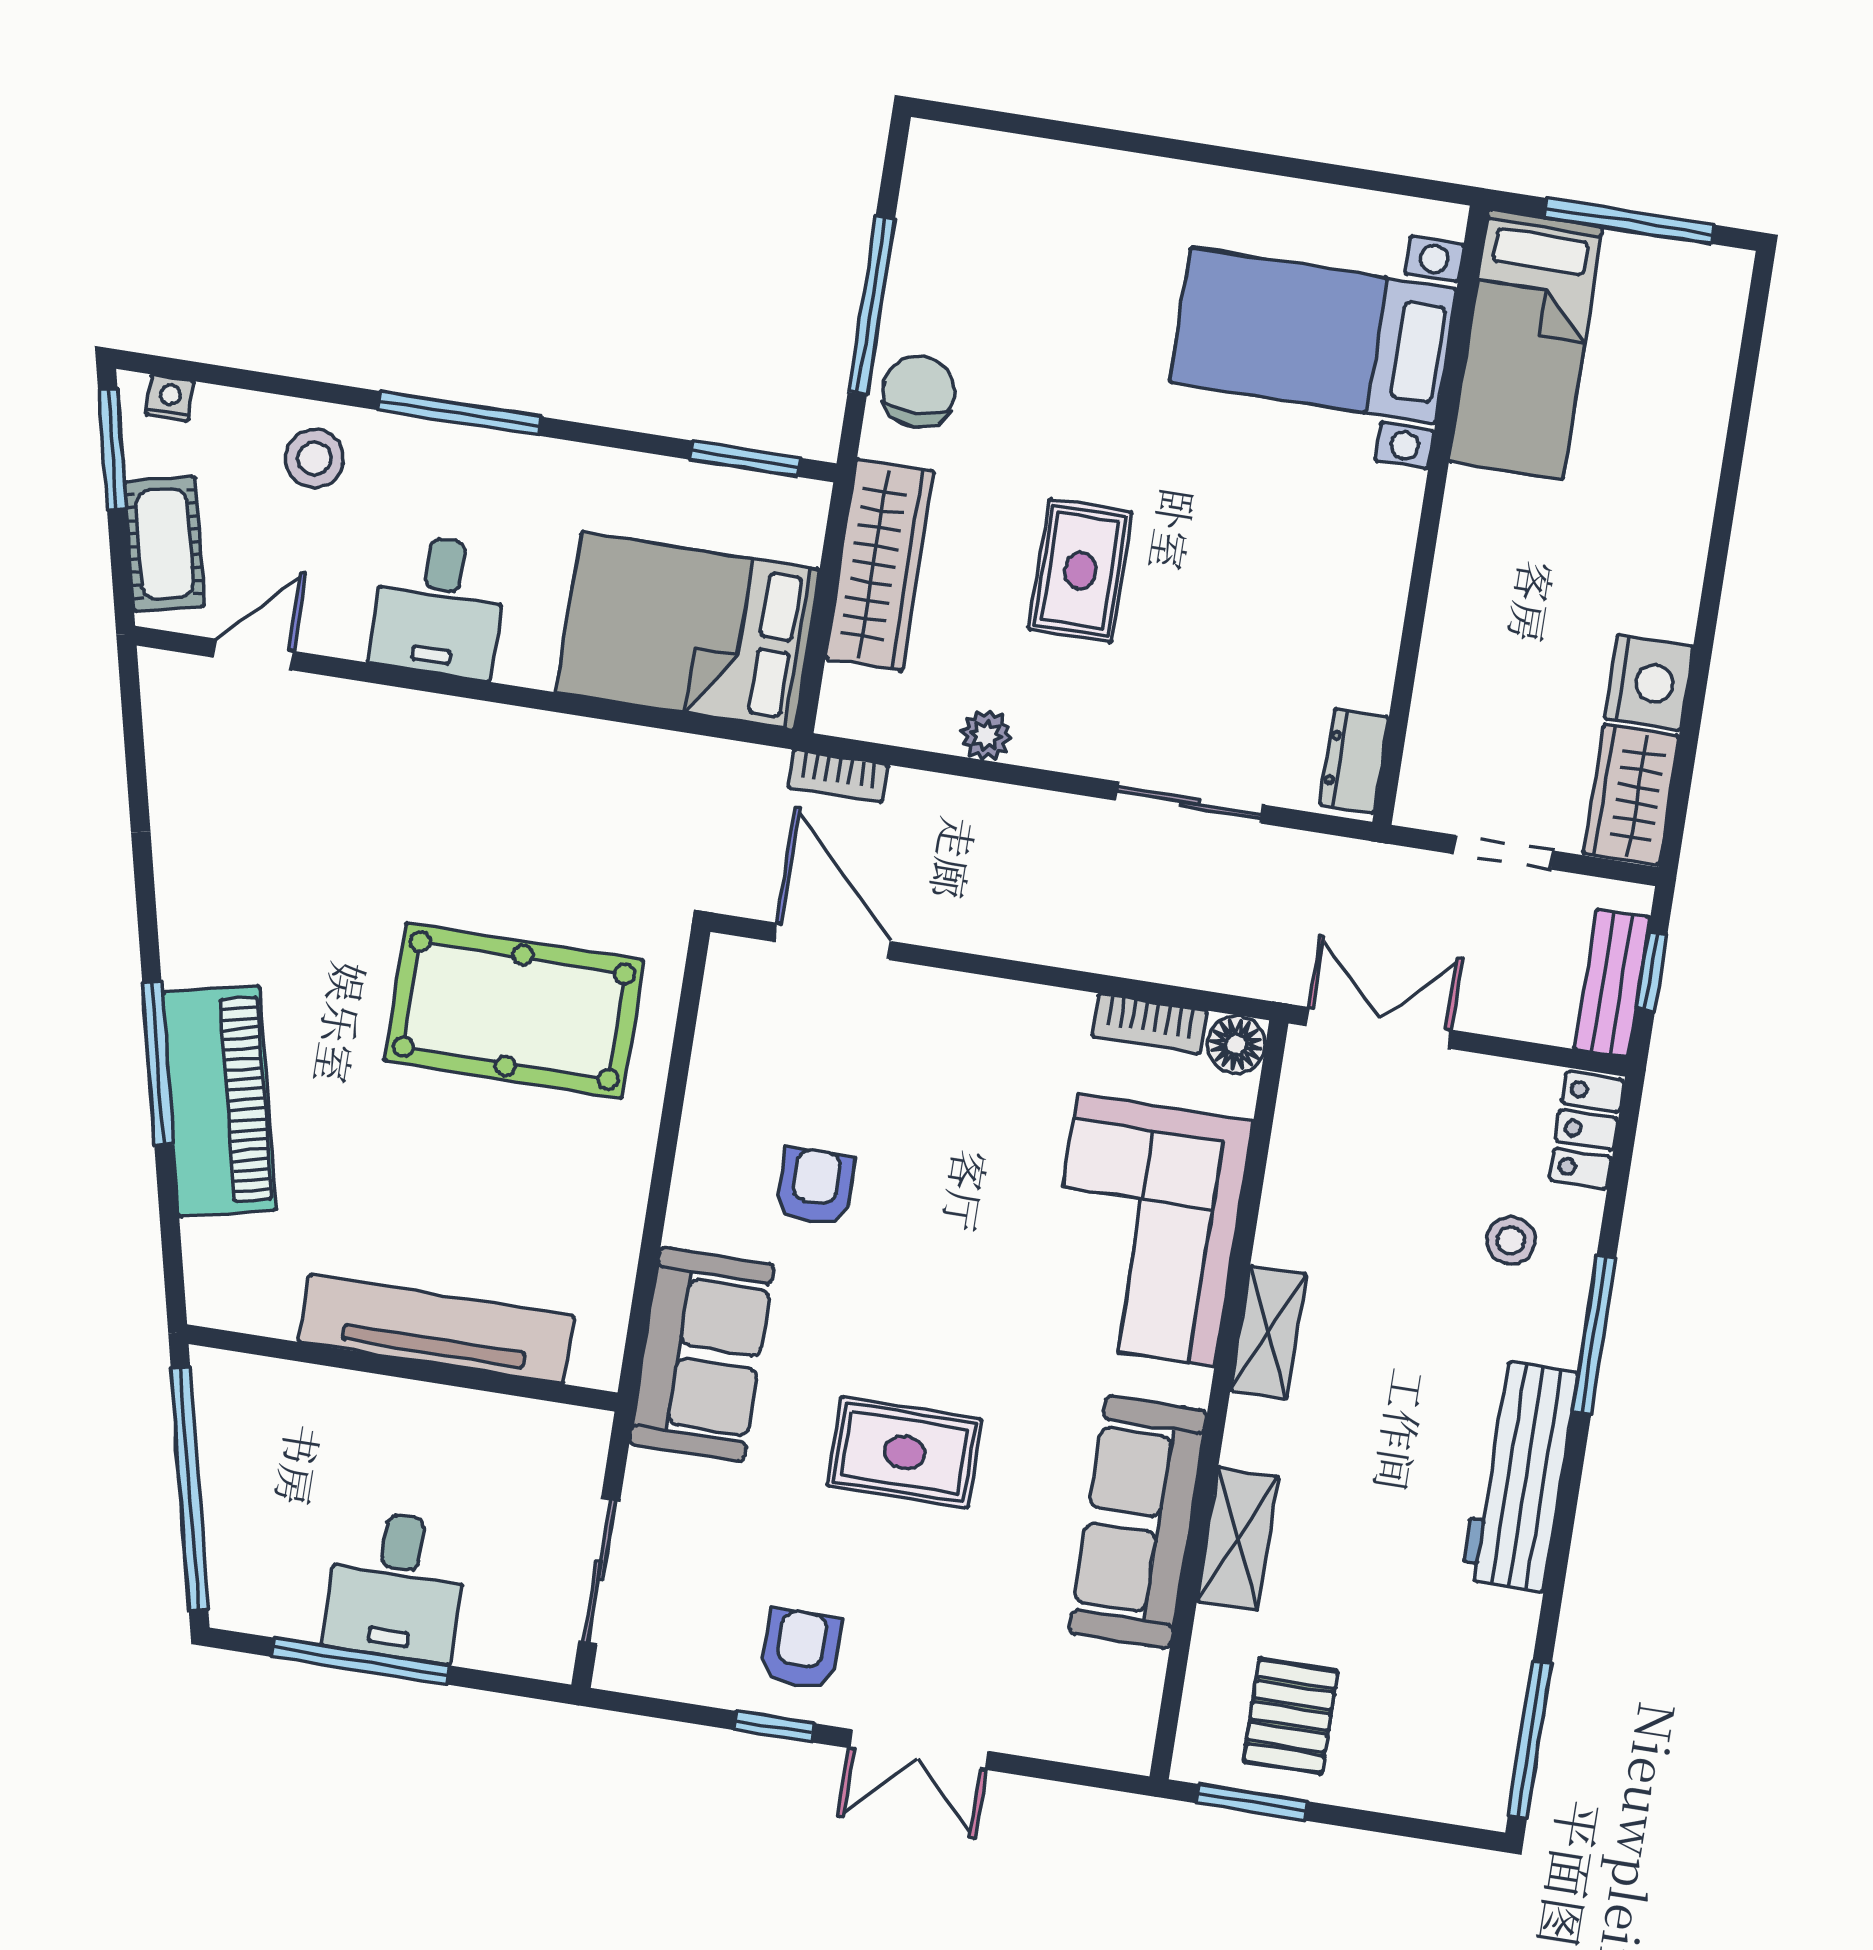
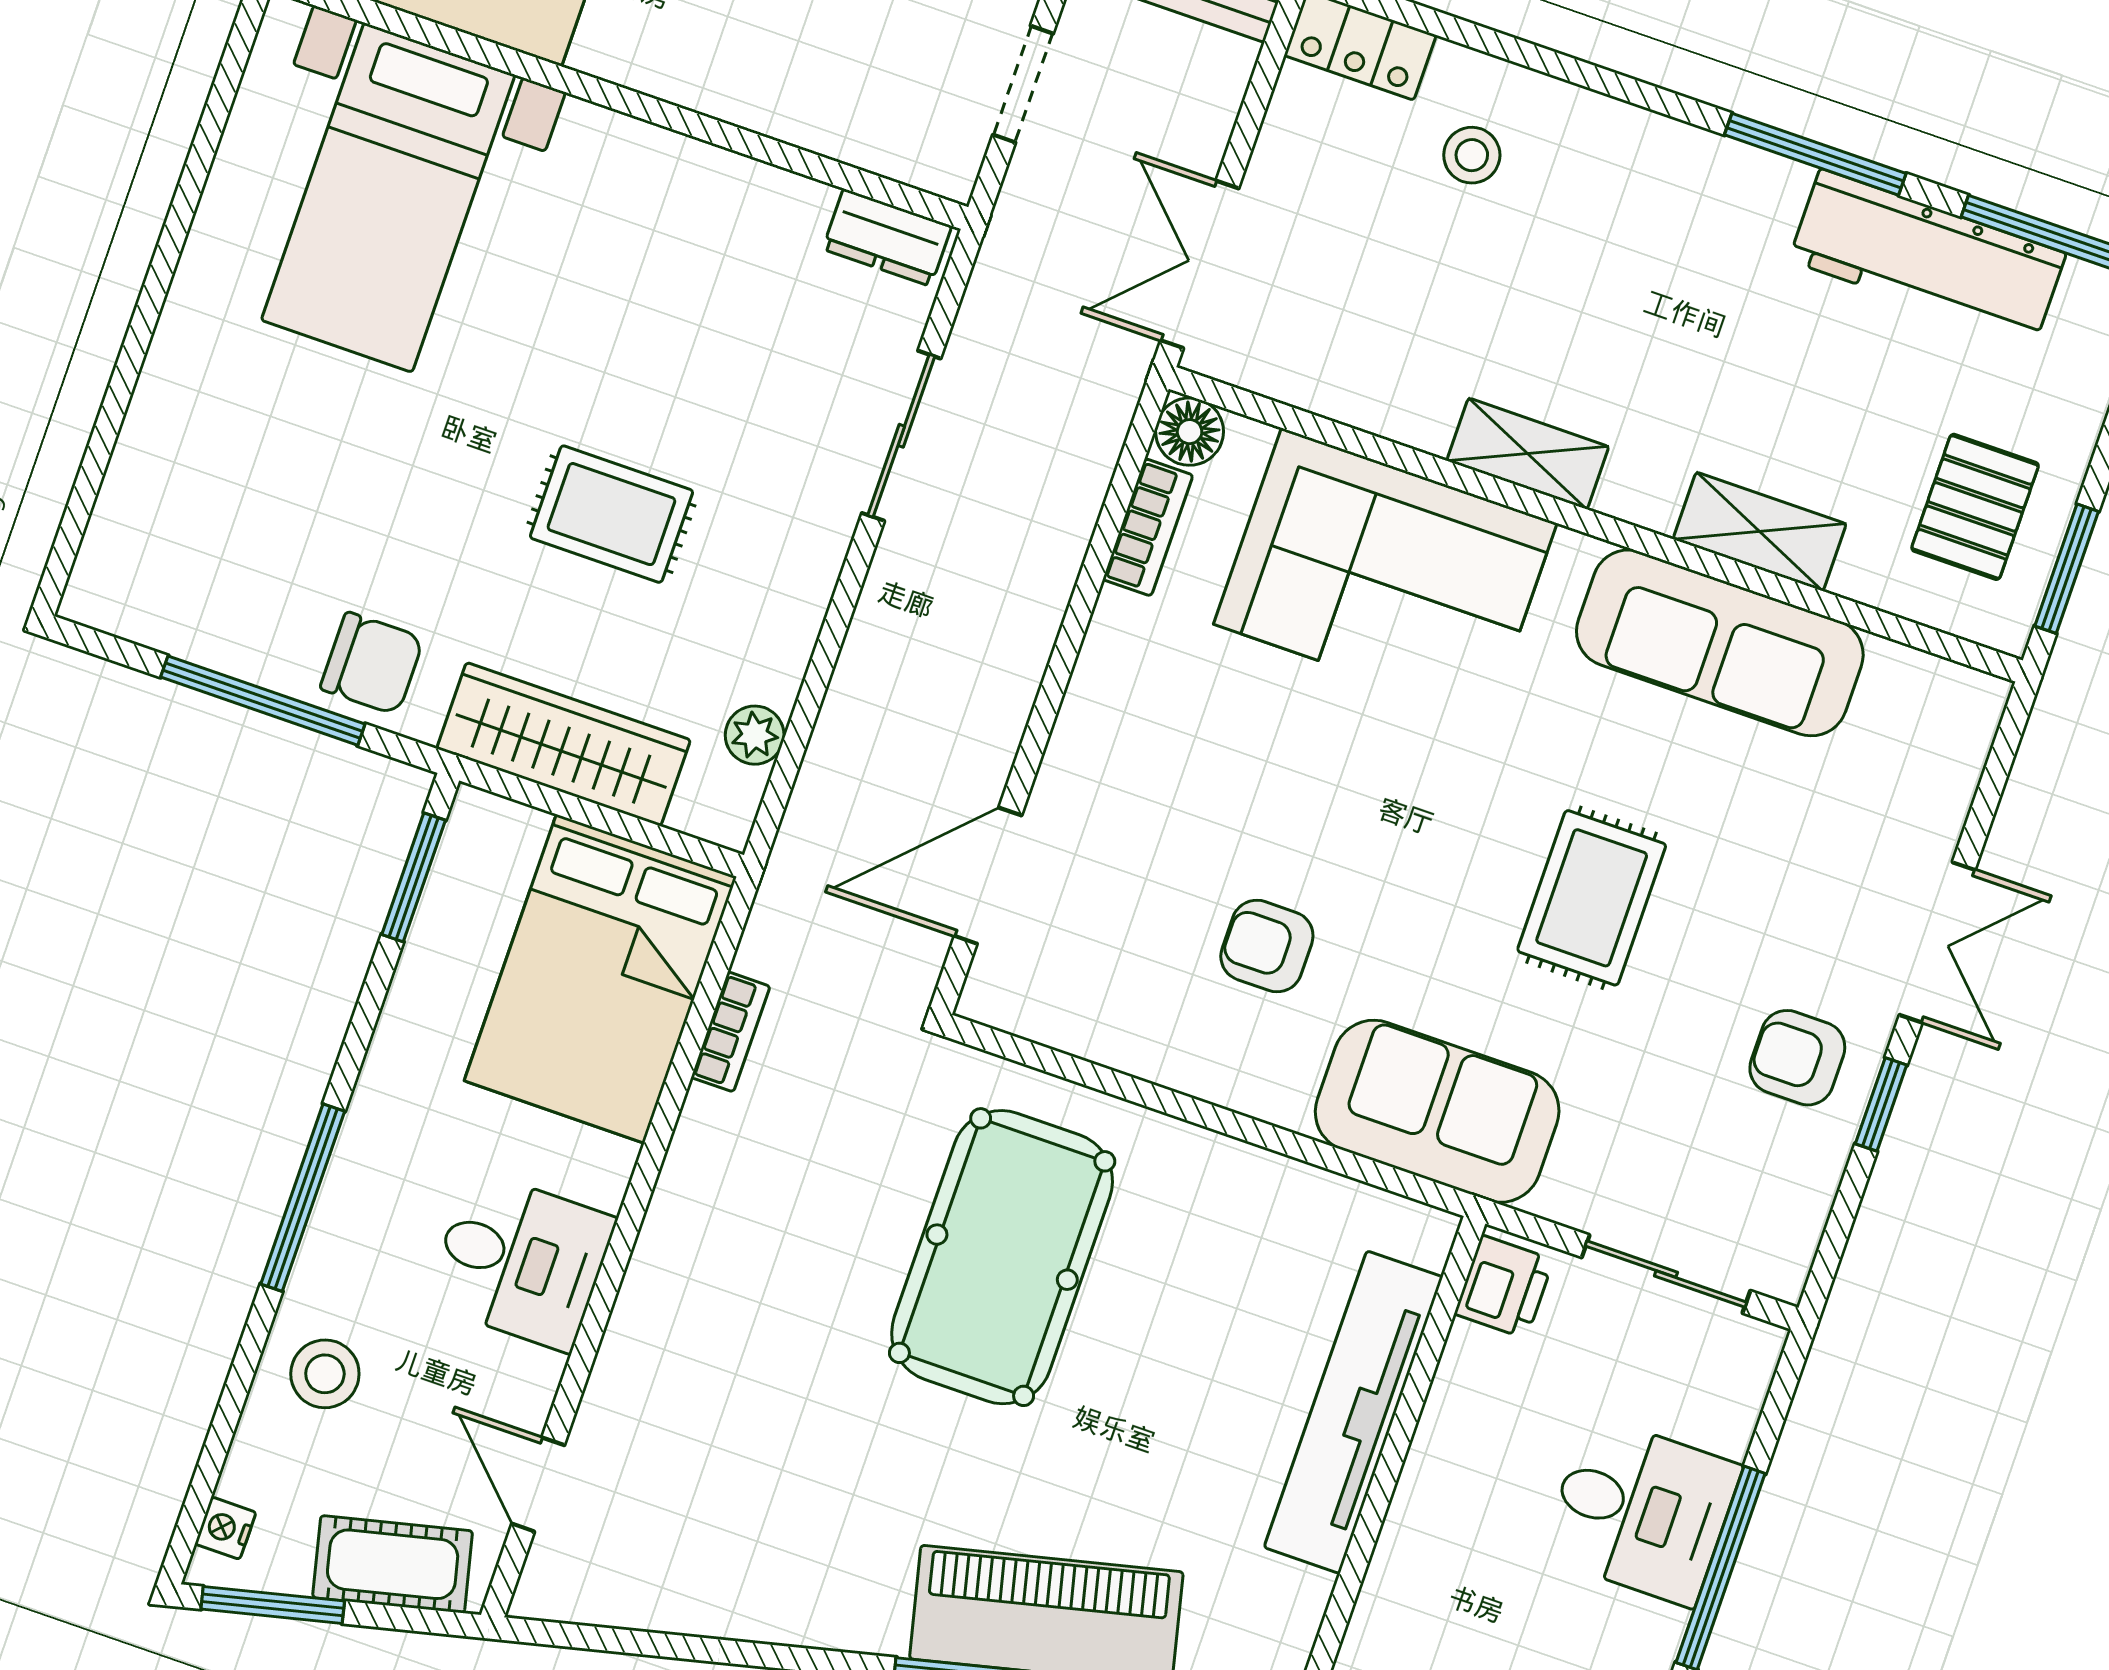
chair: (919, 392) -> (372, 663), turned 180
plant: (986, 735) -> (755, 735), moved
bookcase: (838, 776) -> (731, 1032), moved
window: (1594, 1335) -> (1815, 154), moved
printer: (564, 1437) -> (1504, 1287), added
workbench: (1519, 1476) -> (1927, 257), moved
pallet: (1291, 1716) -> (1975, 507), turned 90

